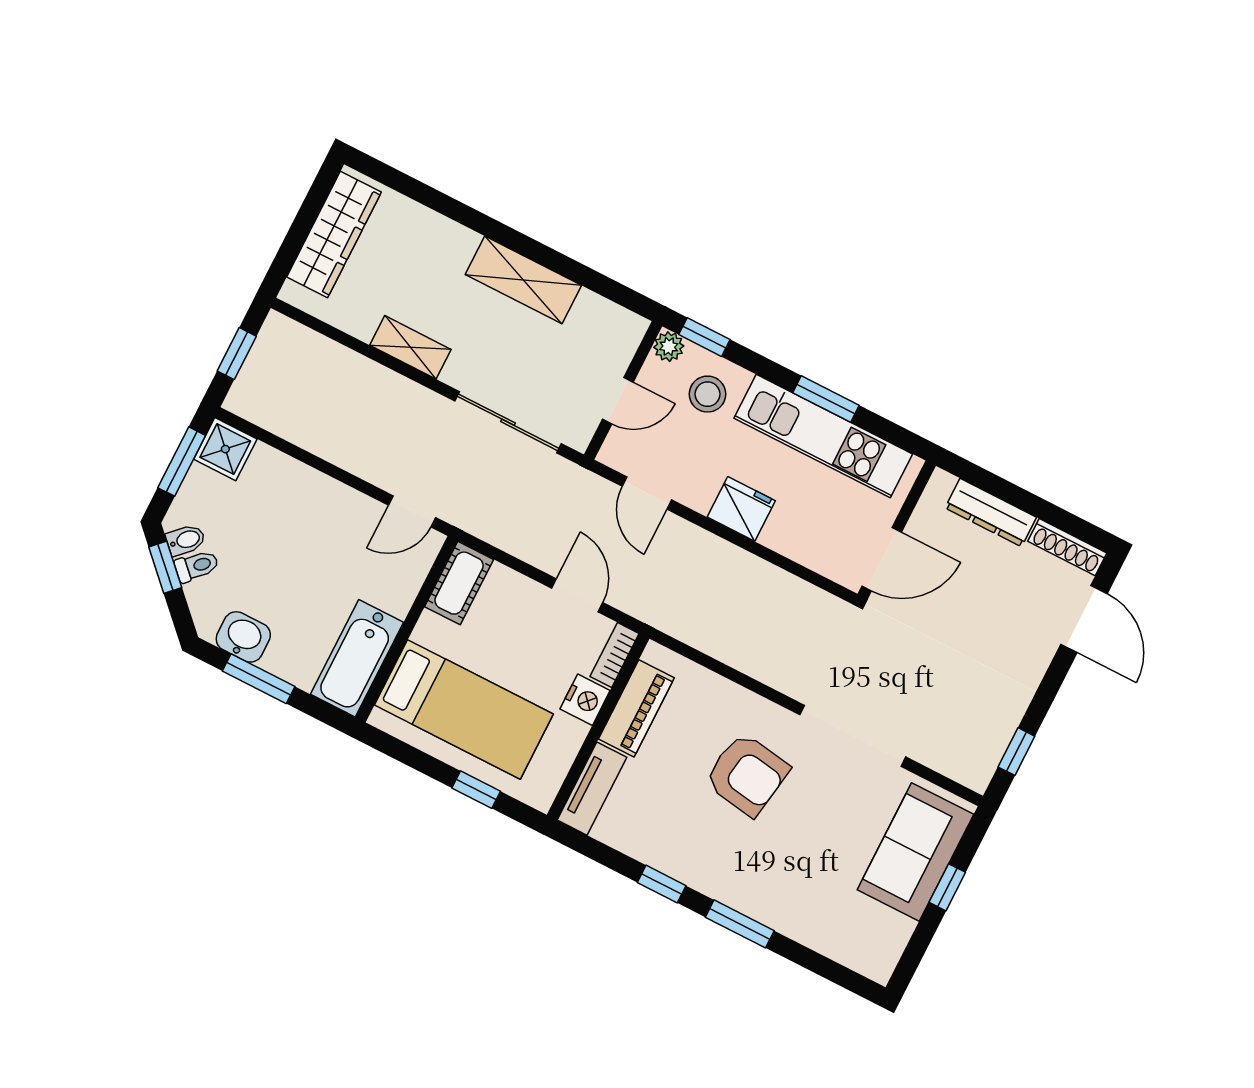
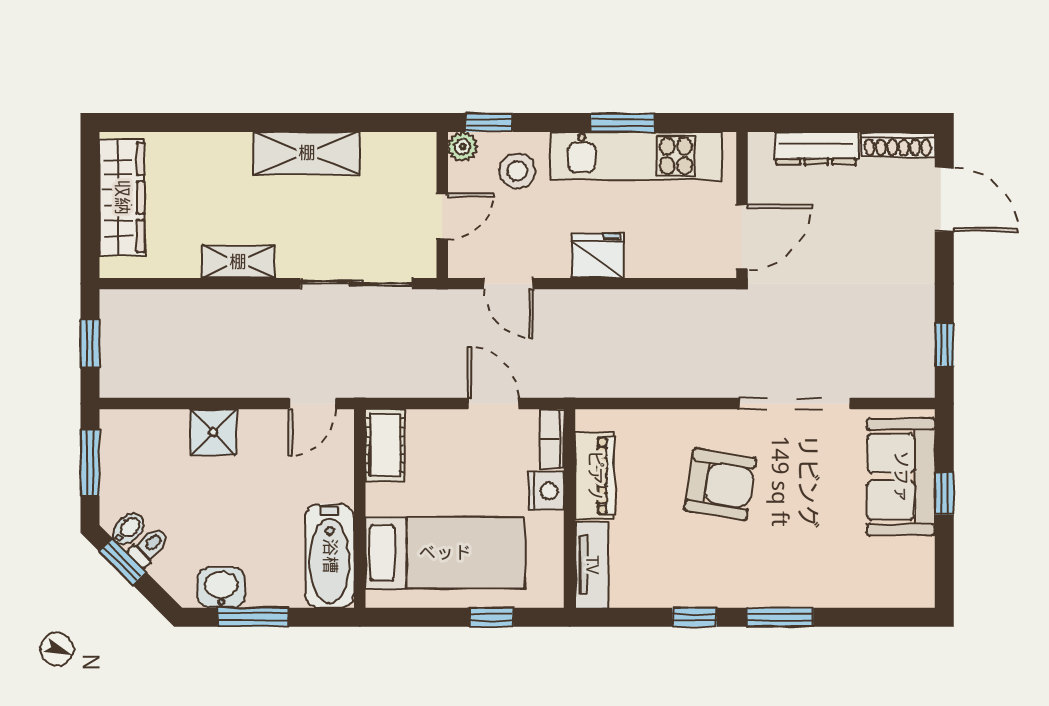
shower: (225, 449) -> (213, 432), moved

